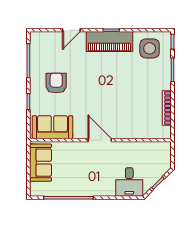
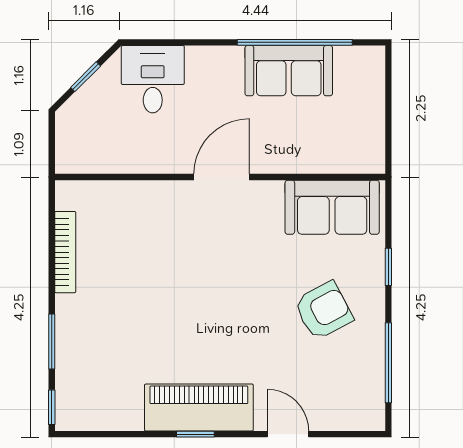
door: (71, 30) -> (288, 434), hinge flipped
side table: (150, 48) -> (105, 391), removed
armchair: (56, 83) -> (324, 311), turned -118
door: (100, 140) -> (222, 177), swing flipped
sofa: (41, 163) -> (289, 71), moved, turned -90

